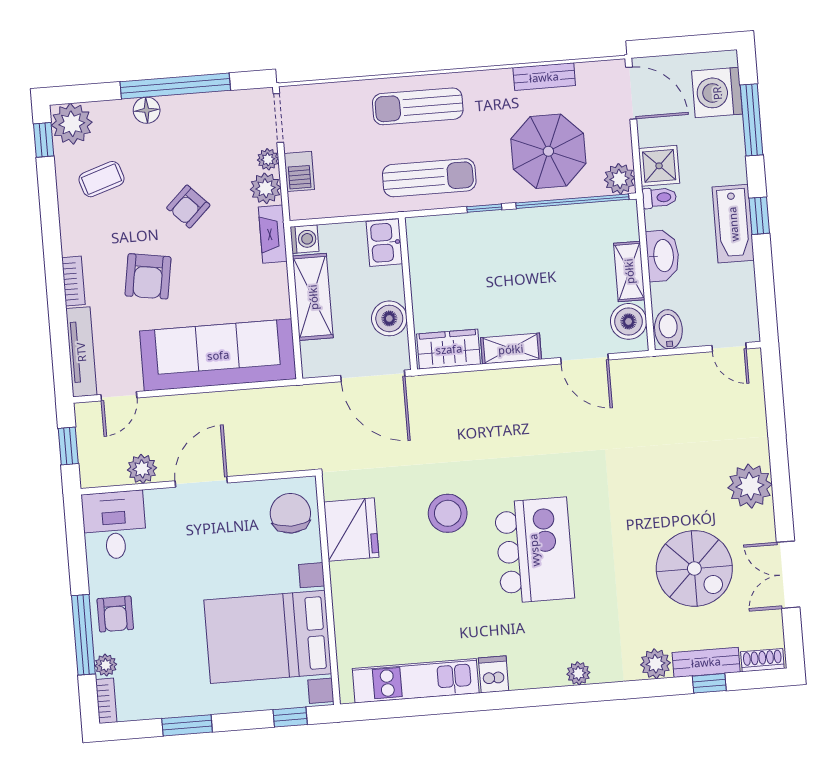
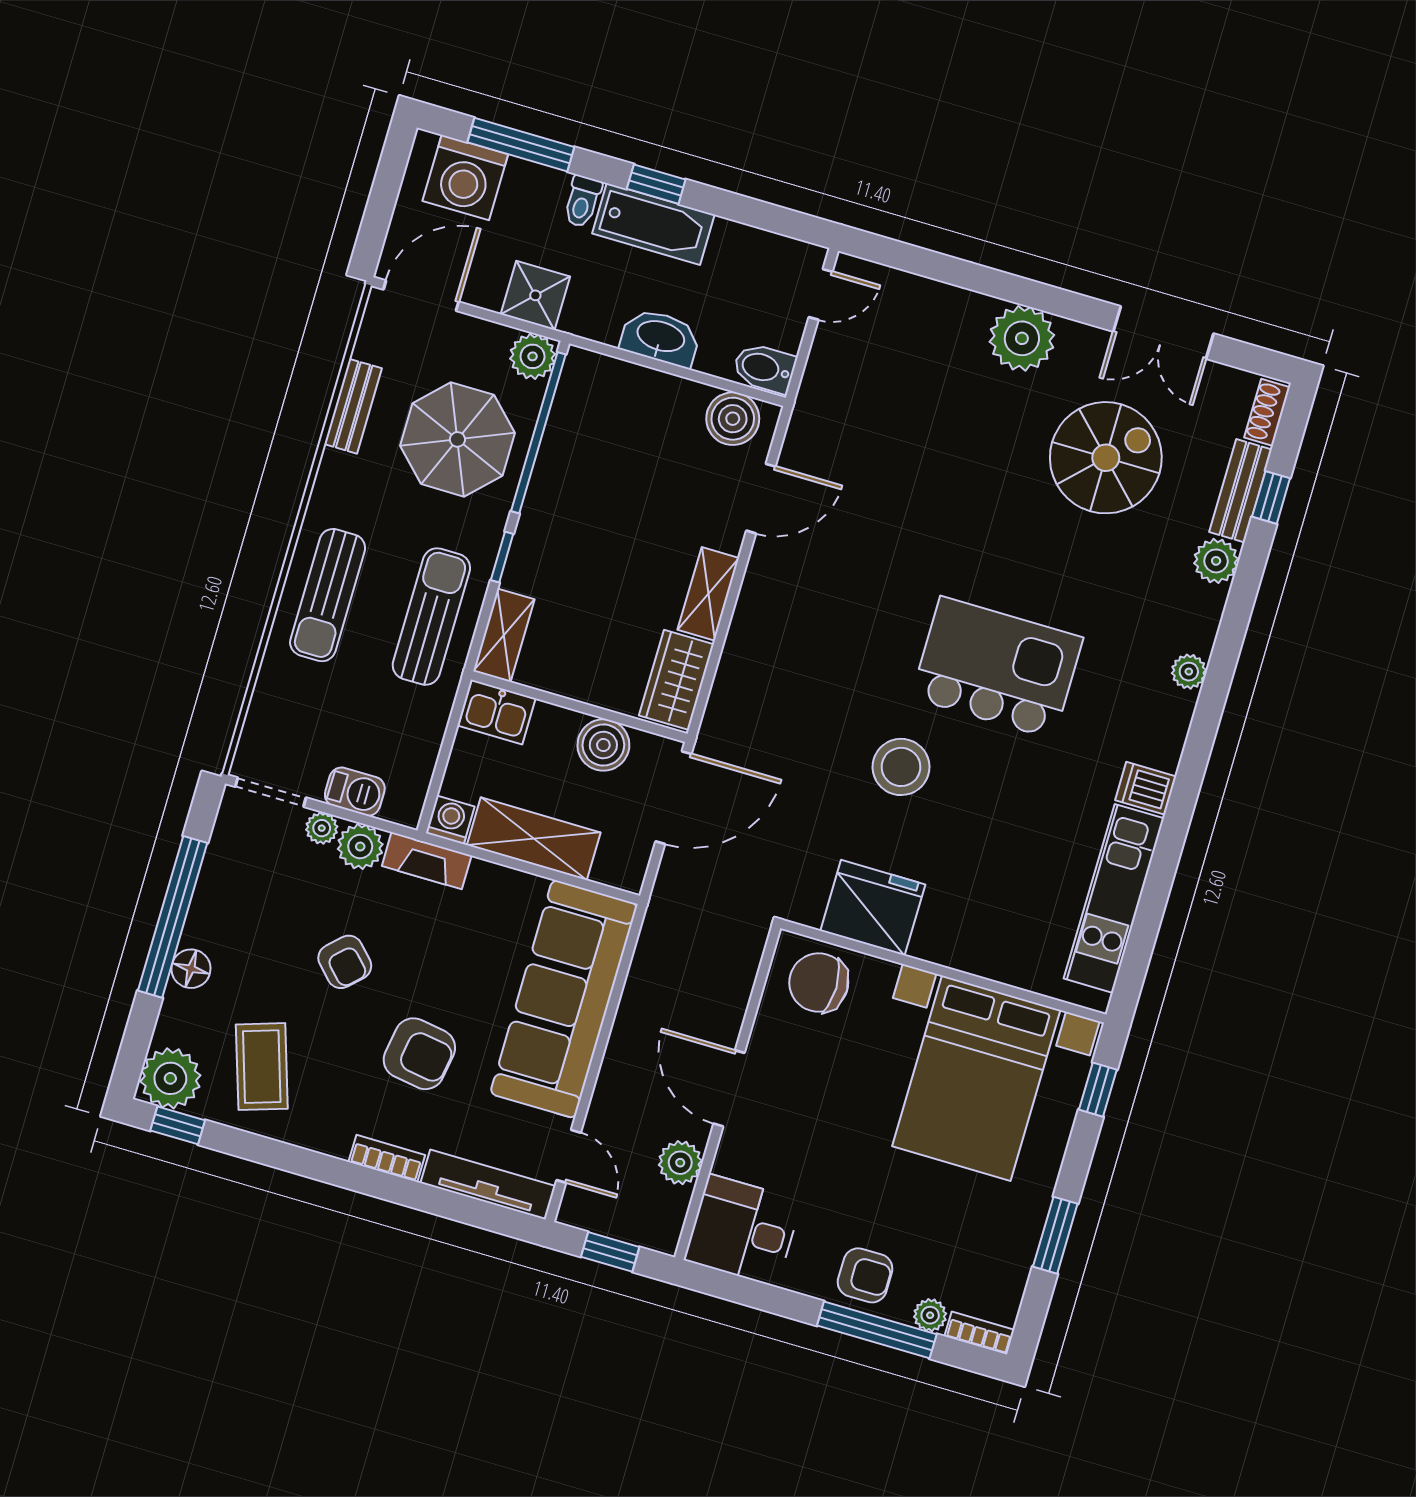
coffee table: (101, 179) -> (262, 1067), width x1.36, depth x1.30
toilet: (659, 198) -> (582, 201), moved, turned 180
shelving: (629, 271) -> (504, 635), moved, turned 90

